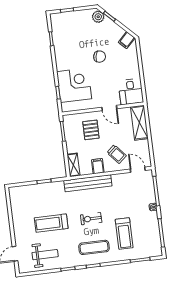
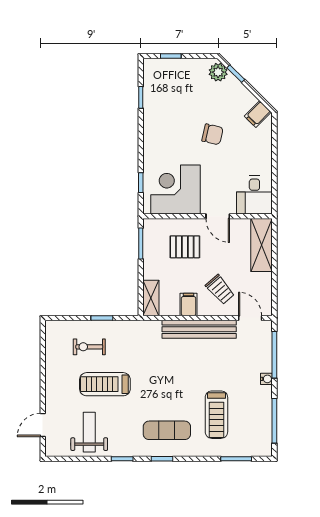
corner desk: (74, 85) -> (176, 190), moved, turned -90
pallet: (91, 130) -> (185, 247), turned 90
bench: (88, 183) -> (199, 329), moved
exercise bike: (91, 219) -> (89, 347), moved
weight bench: (45, 255) -> (89, 432), turned -90

